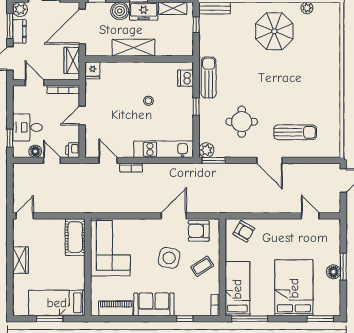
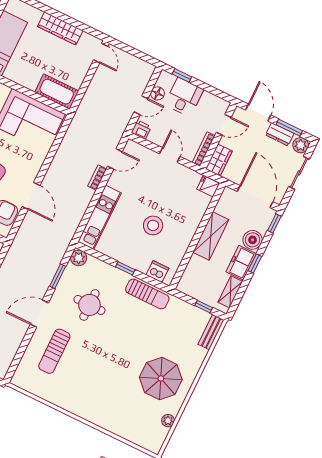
wardrobe: (72, 60) -> (219, 160), moved, turned 90
stool: (148, 101) -> (153, 225), width x1.89, depth x1.89
window: (214, 160) -> (58, 276), moved
wardrobe: (20, 260) -> (60, 28), width x1.50

